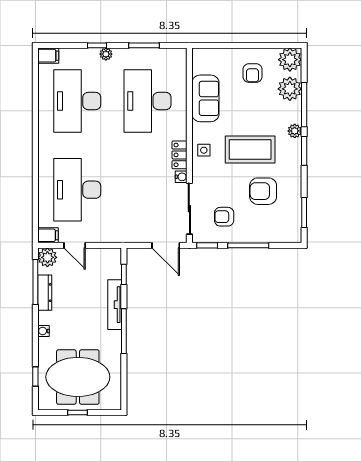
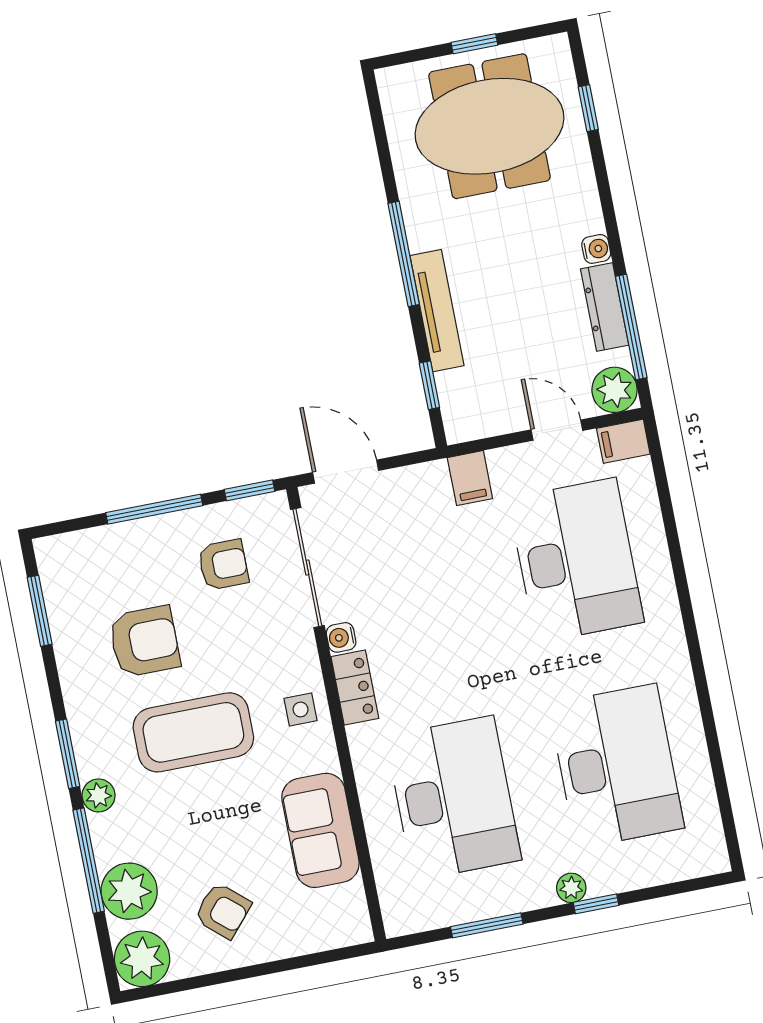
filing cabinet: (48, 56) -> (470, 478), moved, turned -90
armchair: (253, 73) -> (223, 911), turned 131
water cooler: (44, 331) -> (596, 249), moved

